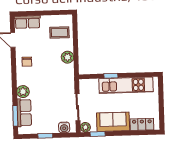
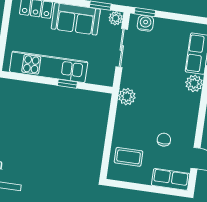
plant: (68, 57) -> (127, 97), moved
chair: (27, 62) -> (164, 140), moved
window: (45, 136) -> (145, 12), moved

